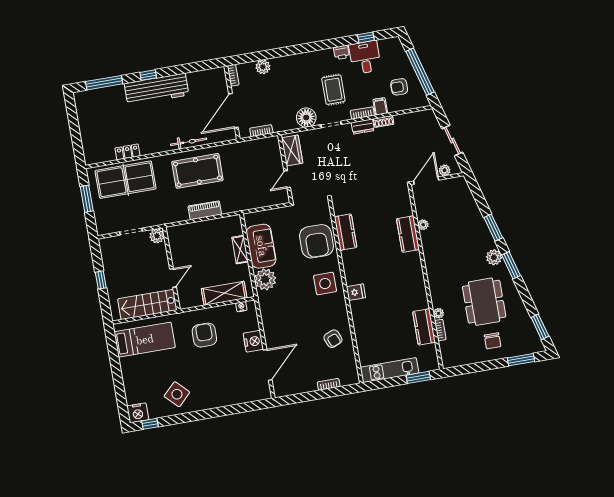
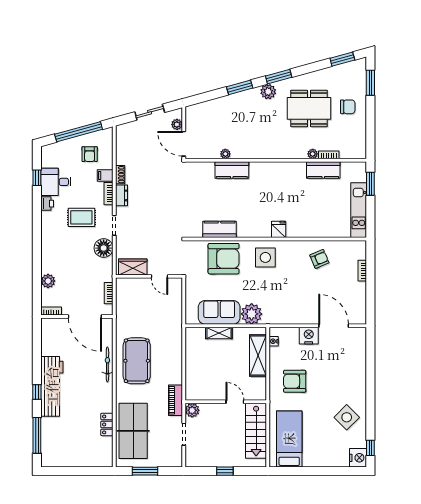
piano: (205, 210) -> (175, 400), moved

